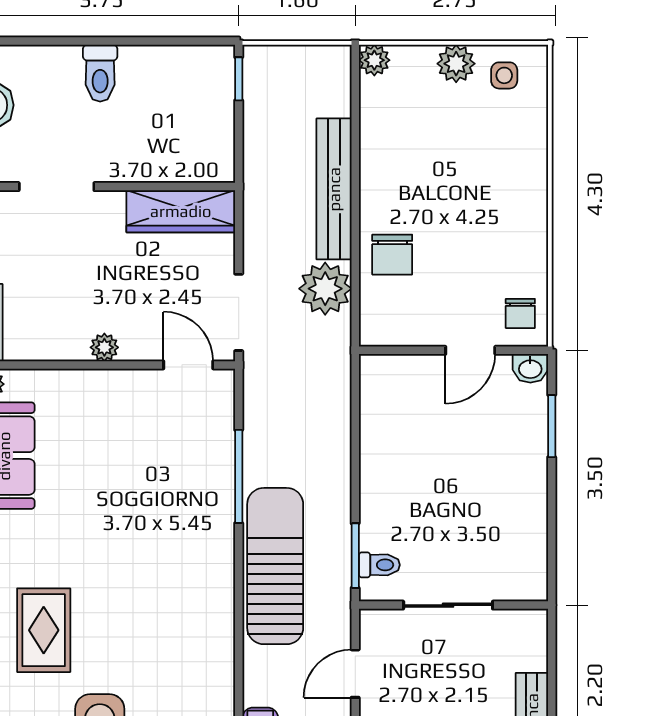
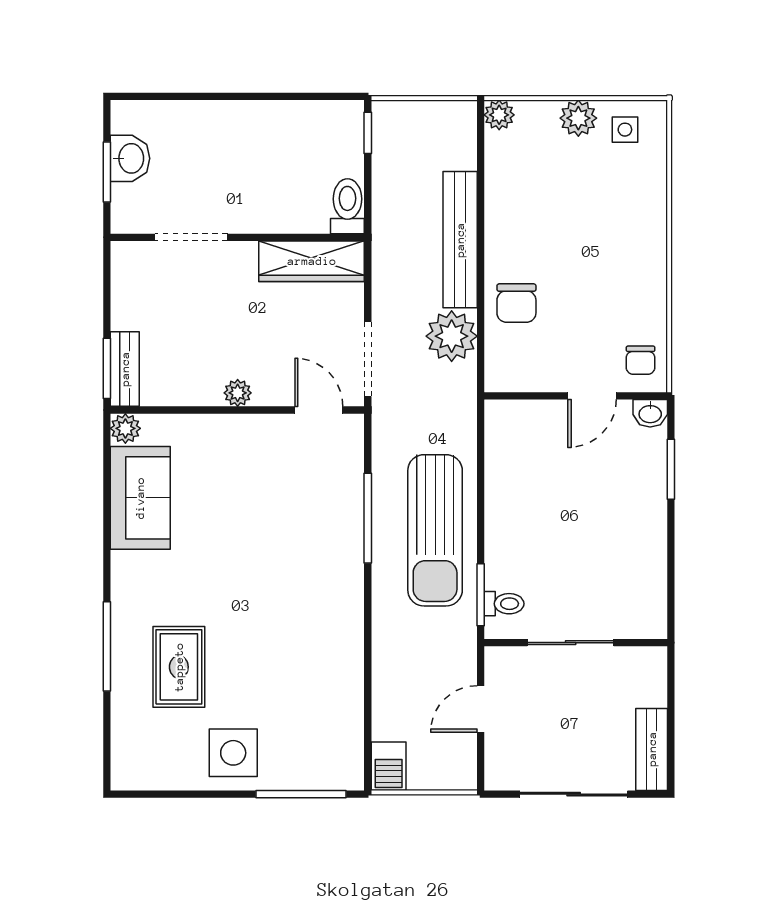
toilet: (100, 73) -> (347, 206), moved, turned 180
sun lounger: (275, 566) -> (435, 530), moved, turned 180

